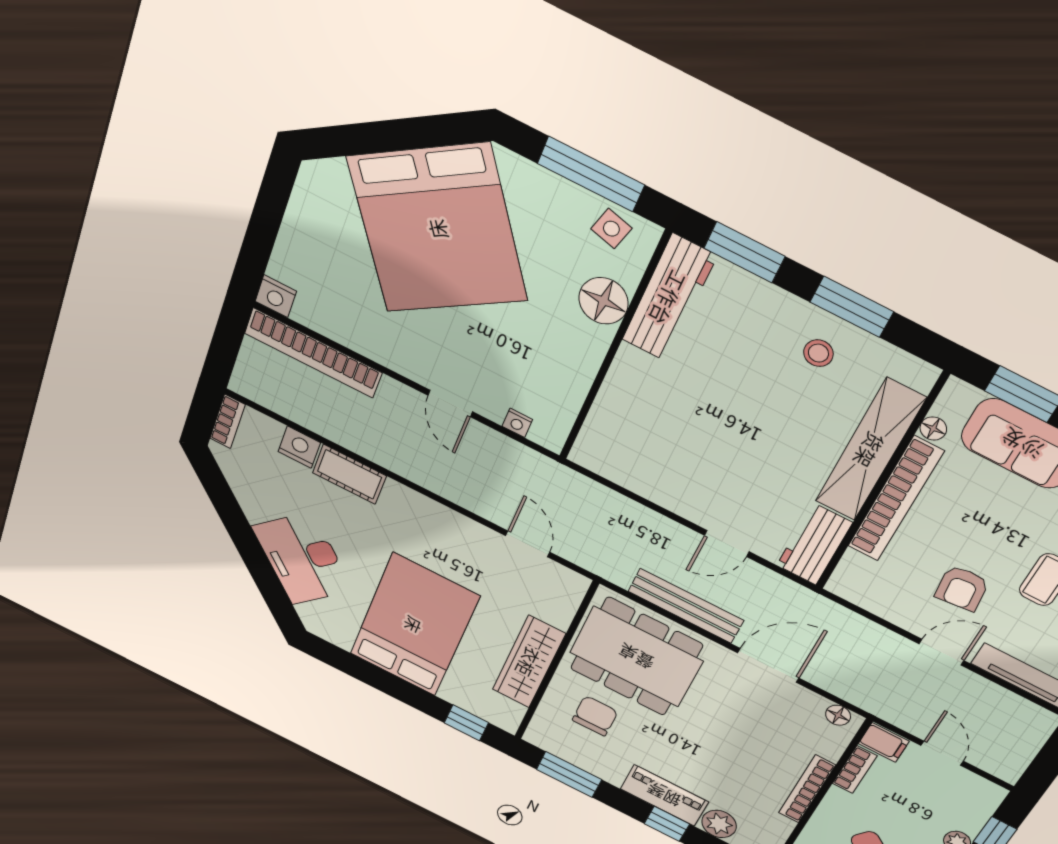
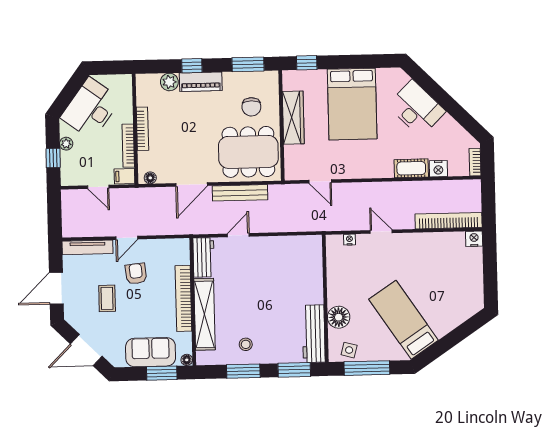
bed: (437, 229) -> (404, 320), width x0.49
floor lamp: (933, 428) -> (187, 360), moved
bookcase: (855, 770) -> (128, 146), width x1.56

